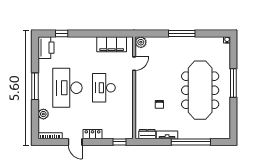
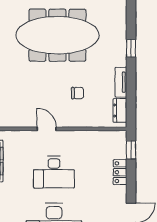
door: (134, 64) -> (47, 129), moved
locker: (93, 134) -> (120, 172), moved
window: (191, 142) -> (131, 48), width x0.32

